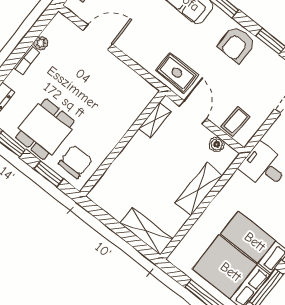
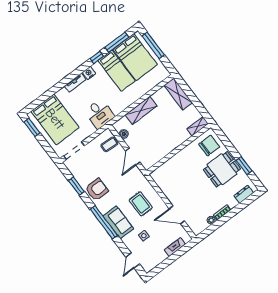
rug: (177, 73) -> (141, 204), moved
shelving: (155, 120) -> (198, 126), moved
chair: (75, 162) -> (209, 146), turned 180
window: (49, 174) -> (227, 142), removed

